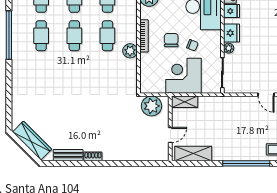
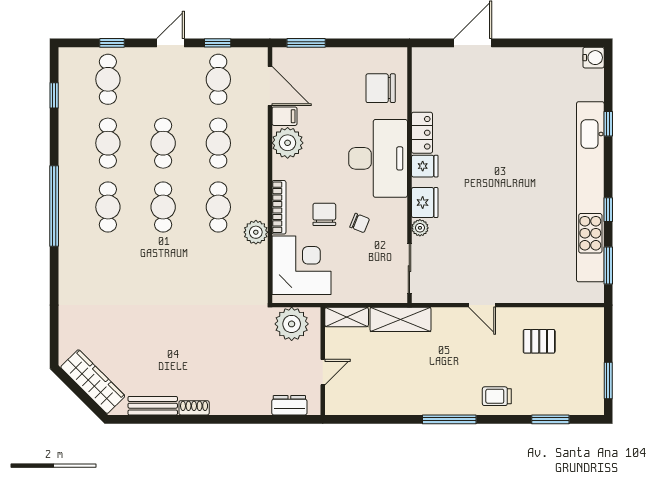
corner desk: (183, 76) -> (301, 265), moved, turned 90
shelving: (193, 153) -> (400, 319), moved
dresser: (150, 155) -> (289, 405), added
window: (246, 163) -> (449, 419), width x0.68

